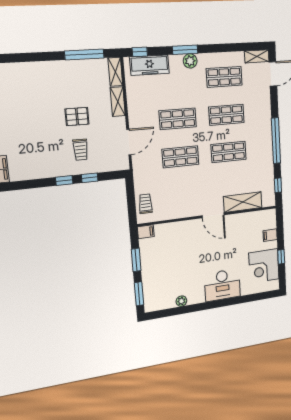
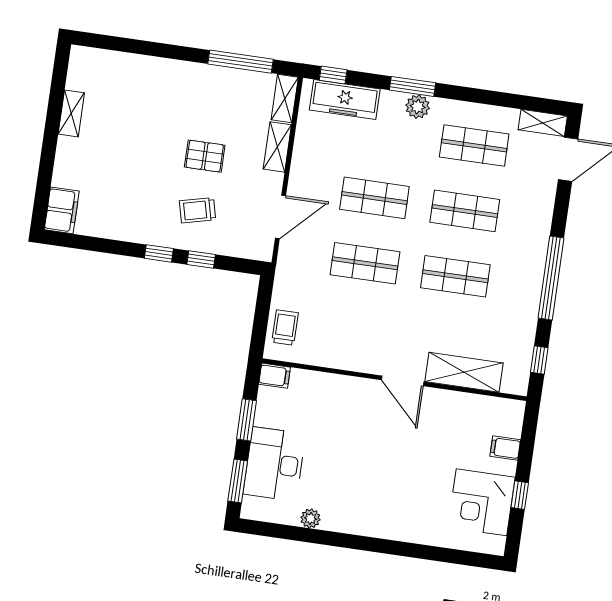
trolley: (81, 150) -> (197, 210), turned 76
desk: (222, 285) -> (274, 464), moved, turned 90

